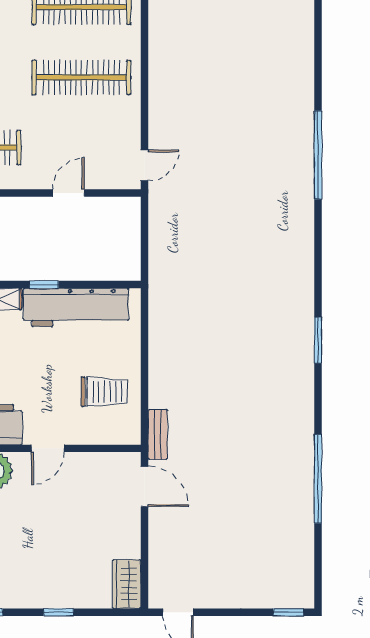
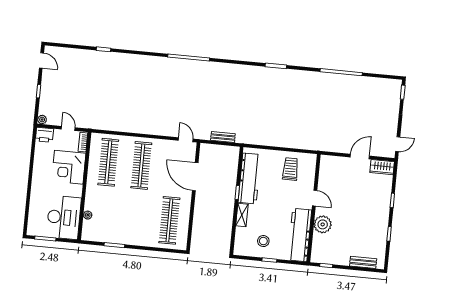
door: (69, 193) -> (195, 177), width x1.88
bench: (158, 434) -> (223, 137), moved
door: (144, 486) -> (360, 156), moved

